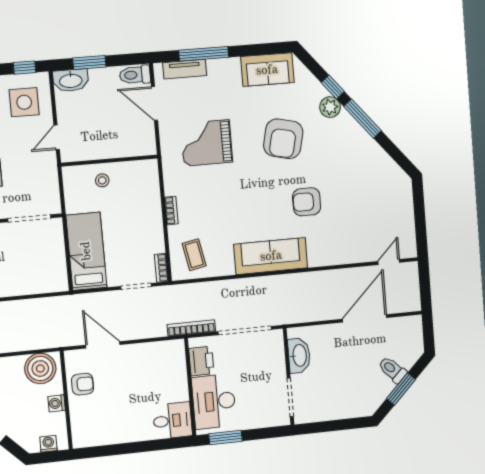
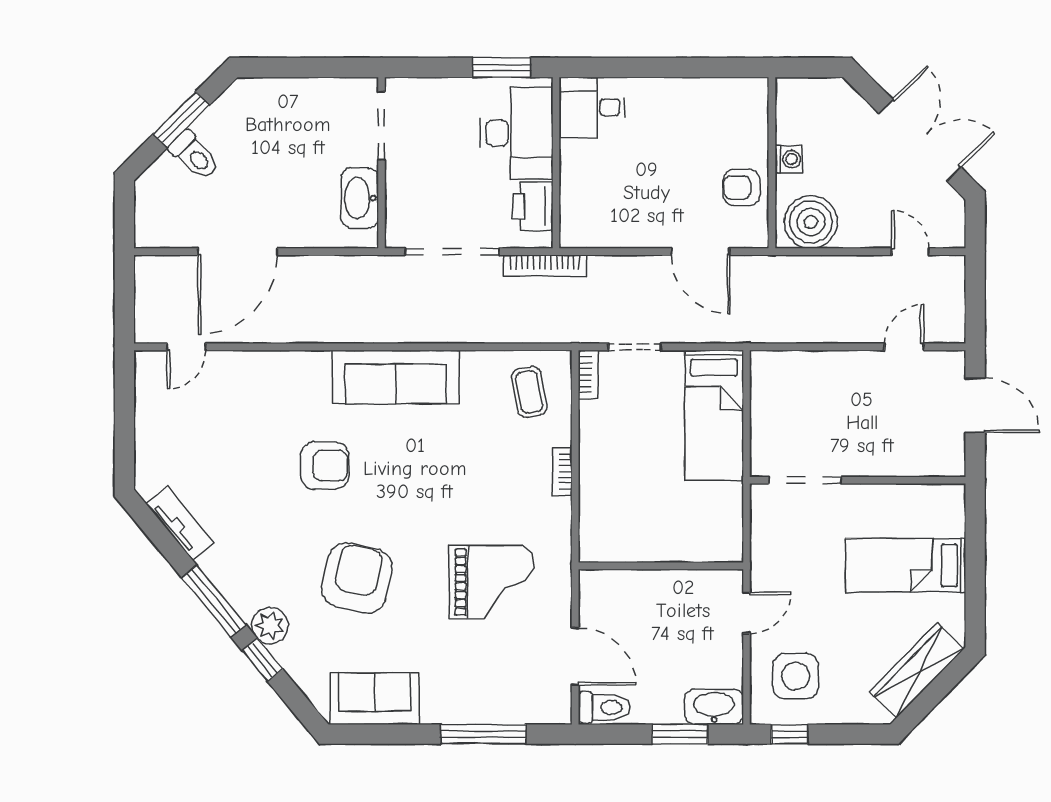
tv unit: (185, 69) -> (180, 523), moved, turned 50
stool: (102, 180) -> (676, 533), removed
washing machine: (48, 444) -> (809, 91), removed

